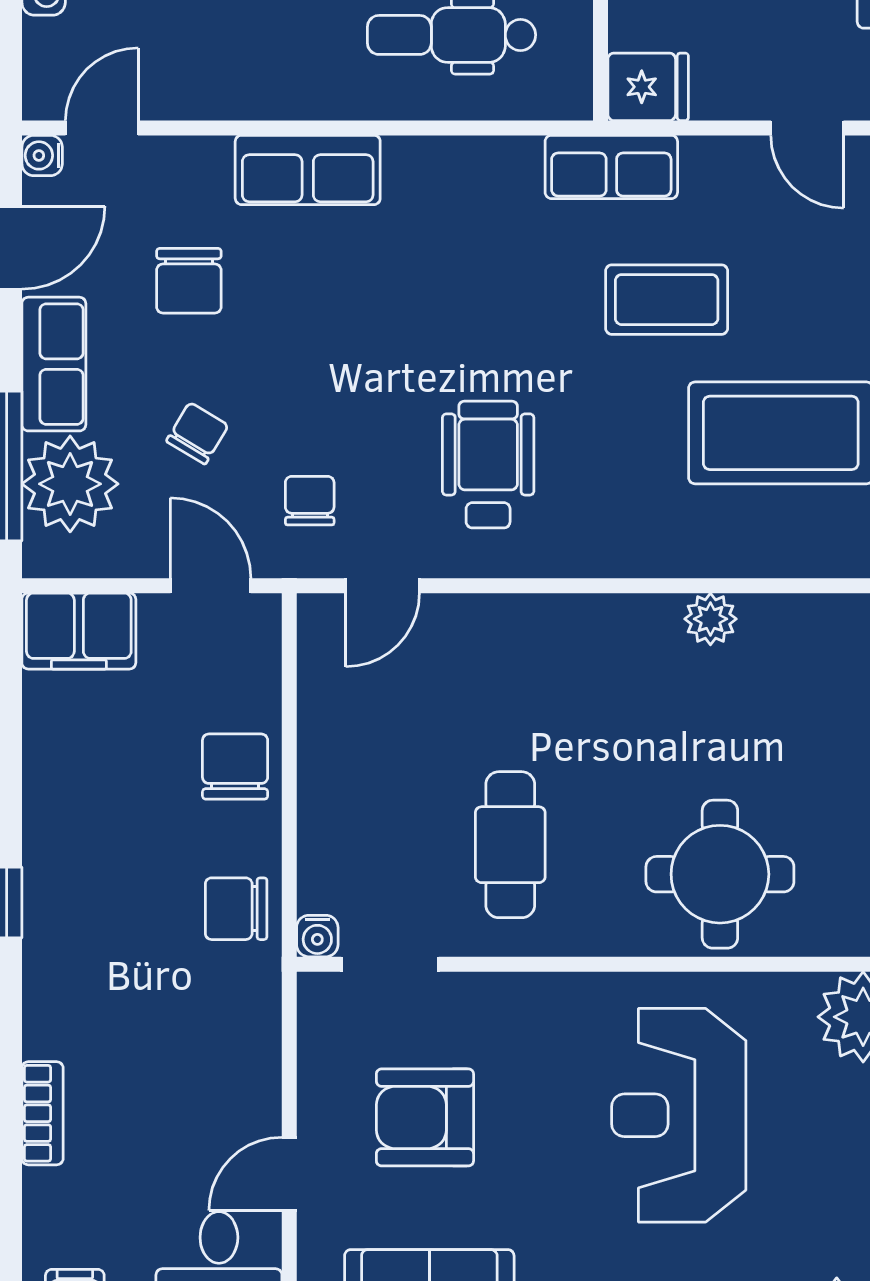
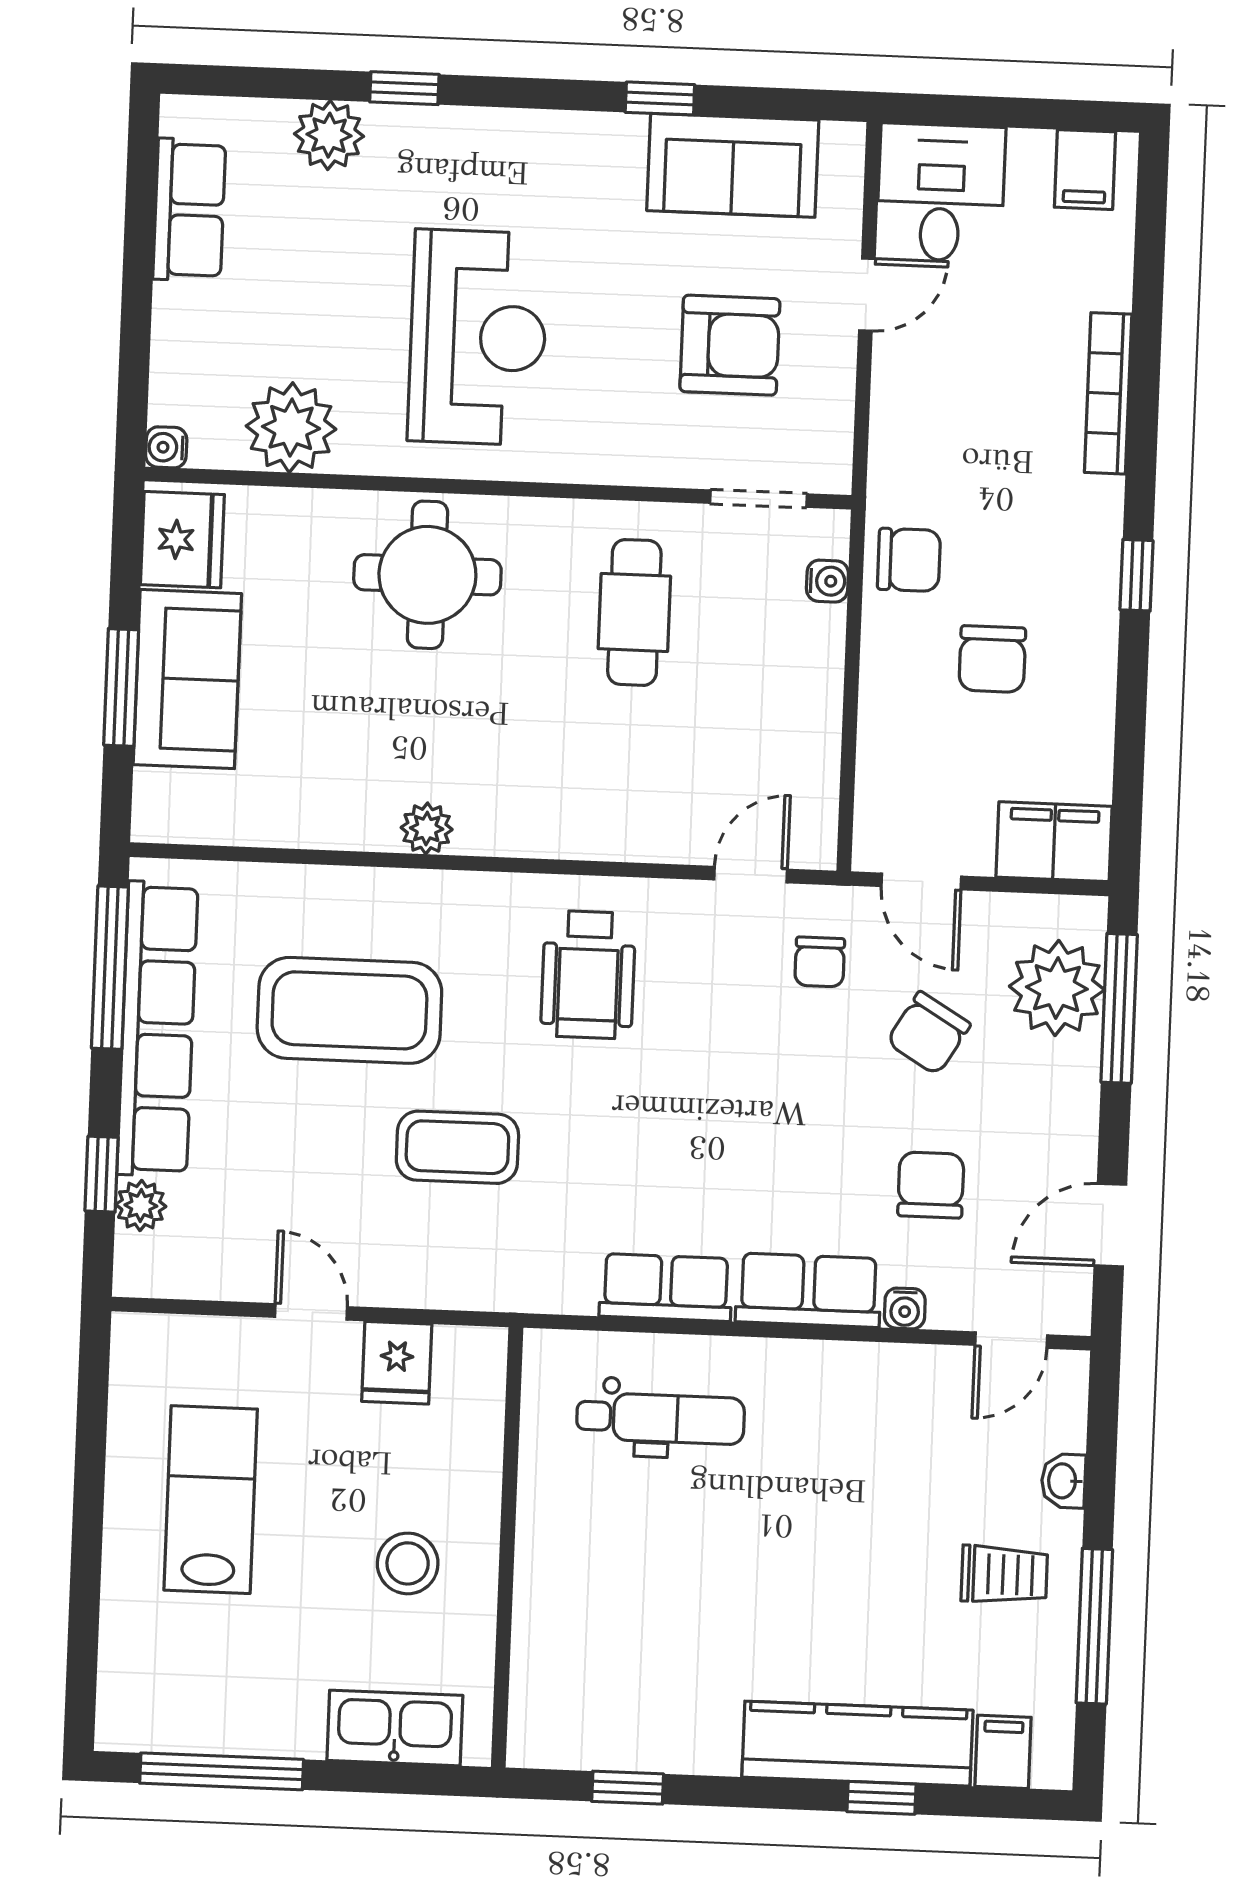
fridge: (648, 87) -> (397, 1363), moved, turned -90
water cooler: (42, 155) -> (905, 1308), moved, turned 90
row of seats: (611, 167) -> (666, 1287), moved
row of seats: (54, 364) -> (1068, 1108), removed
chair: (197, 433) -> (928, 1033), width x1.37, depth x1.37
wheelchair: (488, 465) -> (588, 975), moved
chair: (235, 767) -> (992, 659), moved
water cooler: (317, 936) -> (827, 581), moved, turned 90
bookcase: (42, 1113) -> (1108, 393), width x1.56

